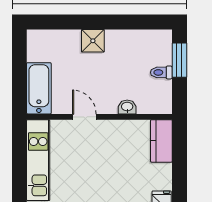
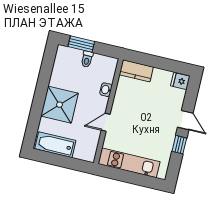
shower: (93, 41) -> (59, 105), width x1.86, depth x1.86
bathtub: (39, 88) -> (55, 145), moved

